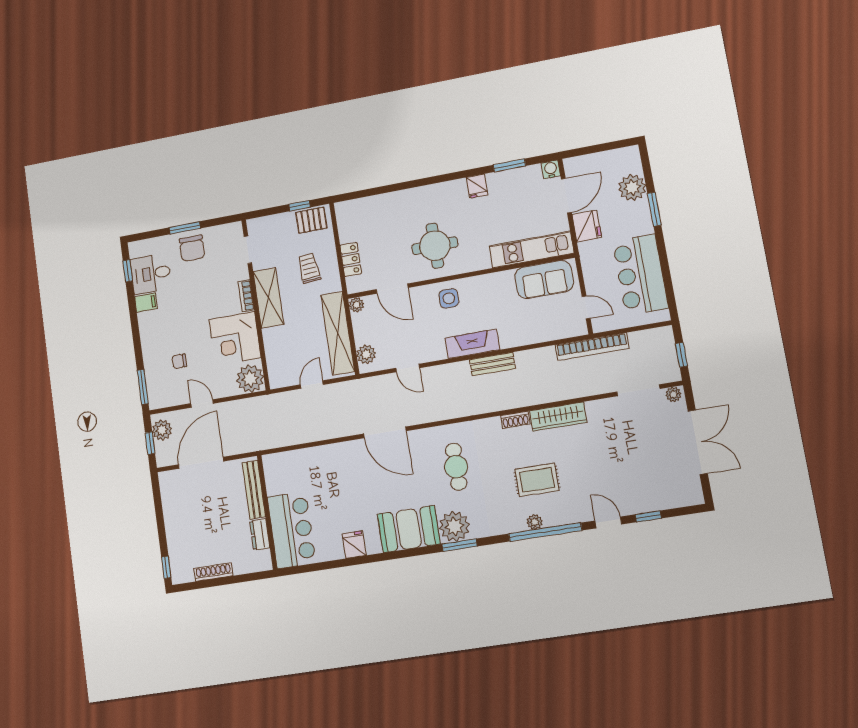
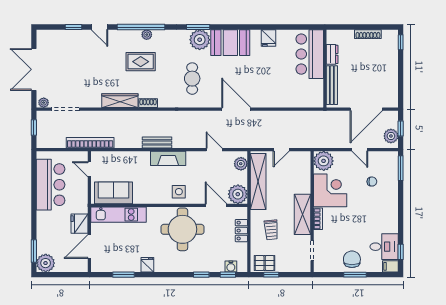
water cooler: (551, 169) -> (231, 266), moved
window: (398, 187) -> (201, 275), added
plant: (632, 188) -> (46, 263), moved
window: (360, 194) -> (228, 275), added
window: (654, 209) -> (34, 251), moved
round table: (435, 246) -> (182, 229), width x1.36, depth x1.36
filing cabinet: (146, 303) -> (390, 266), moved
plant: (356, 305) -> (238, 194), width x1.87, depth x1.87

